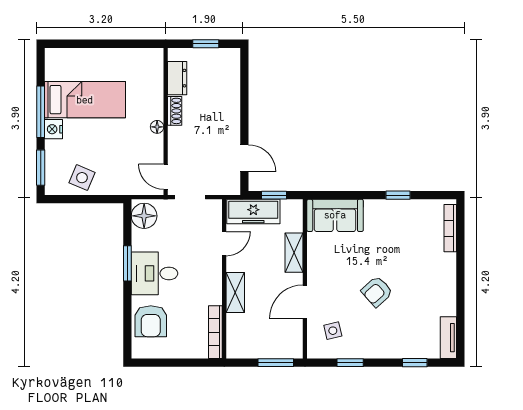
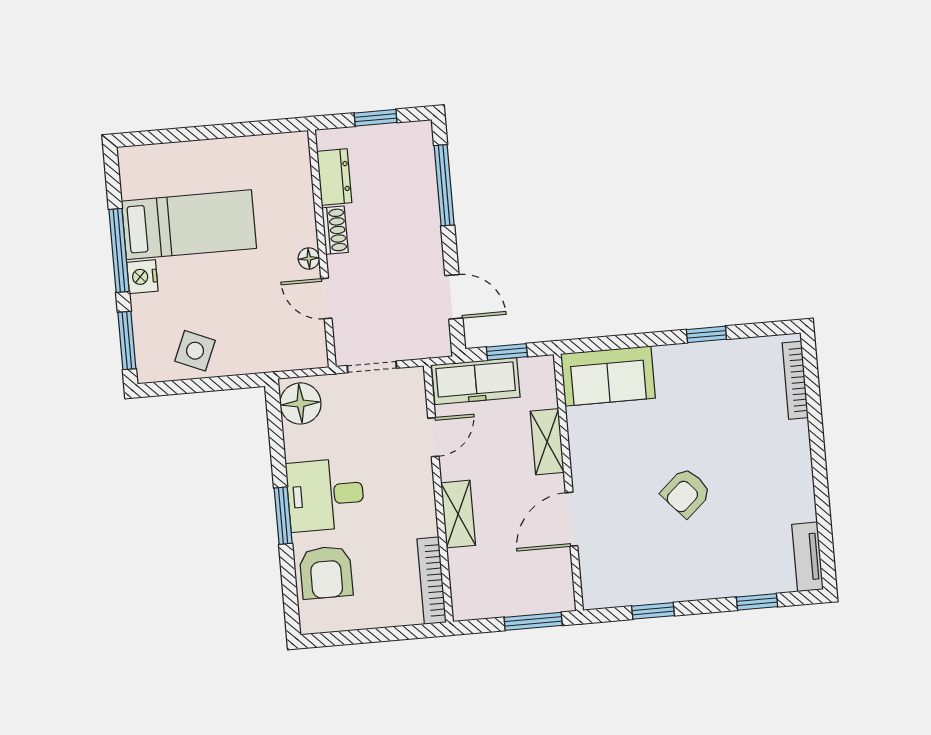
window: (244, 89) -> (444, 185), added
door: (166, 177) -> (326, 298), moved
window: (127, 263) -> (283, 516), moved
side table: (333, 331) -> (621, 562), removed

